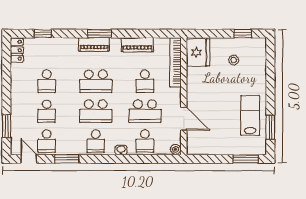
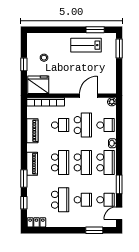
window: (100, 34) -> (24, 179), moved
window: (243, 34) -> (24, 64), moved
school desk: (47, 81) -> (60, 200), width x1.85
school desk: (96, 141) -> (106, 162), width x1.85

